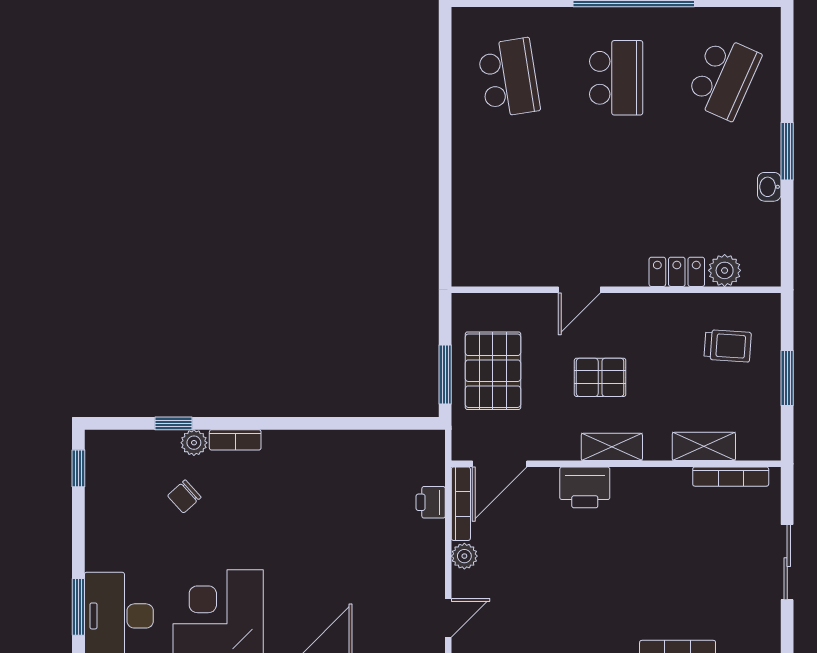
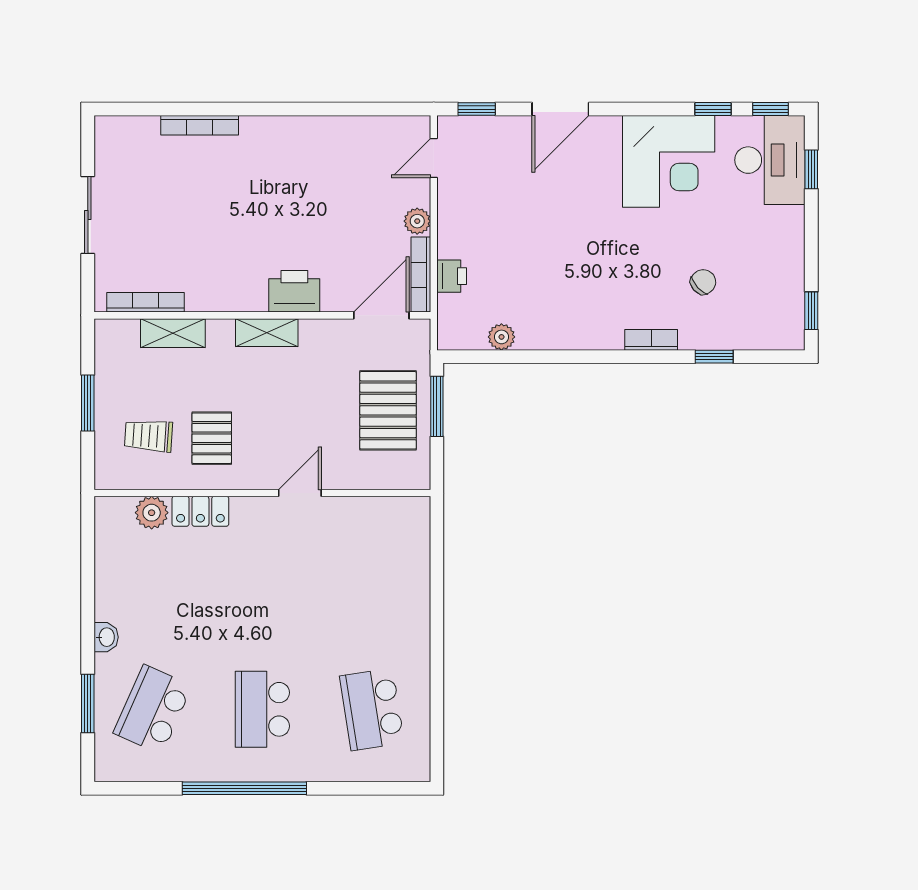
window: (787, 151) -> (88, 704), moved
washbasin: (769, 187) -> (106, 637), moved
pallet: (600, 377) -> (212, 438), moved, turned 90
plant: (194, 443) -> (501, 337), moved
window: (78, 607) -> (811, 169), width x0.67

